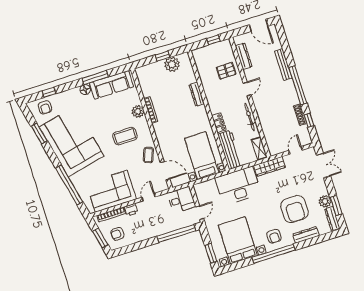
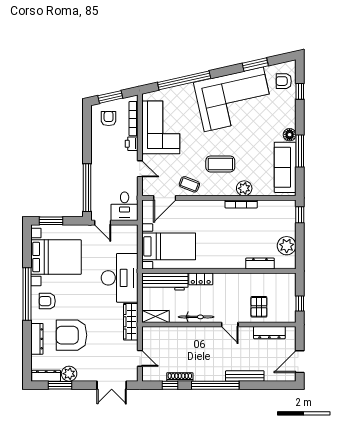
window: (162, 56) -> (300, 215), moved
dresser: (197, 94) -> (260, 264), moved
coffee table: (125, 136) -> (220, 164), turned 90

